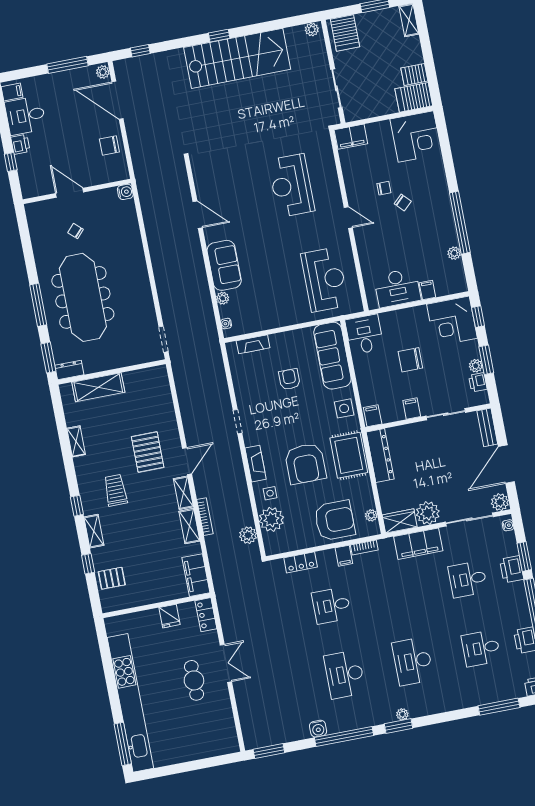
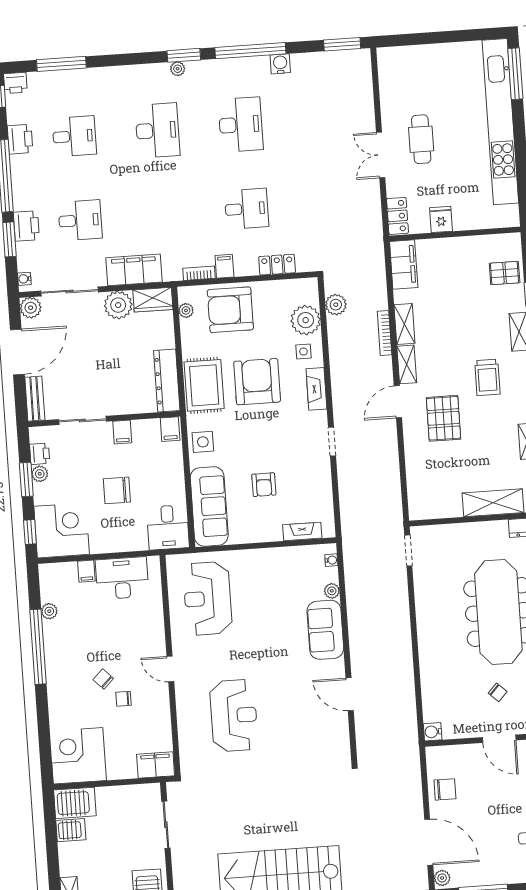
chair: (410, 360) -> (117, 490), turned 180

